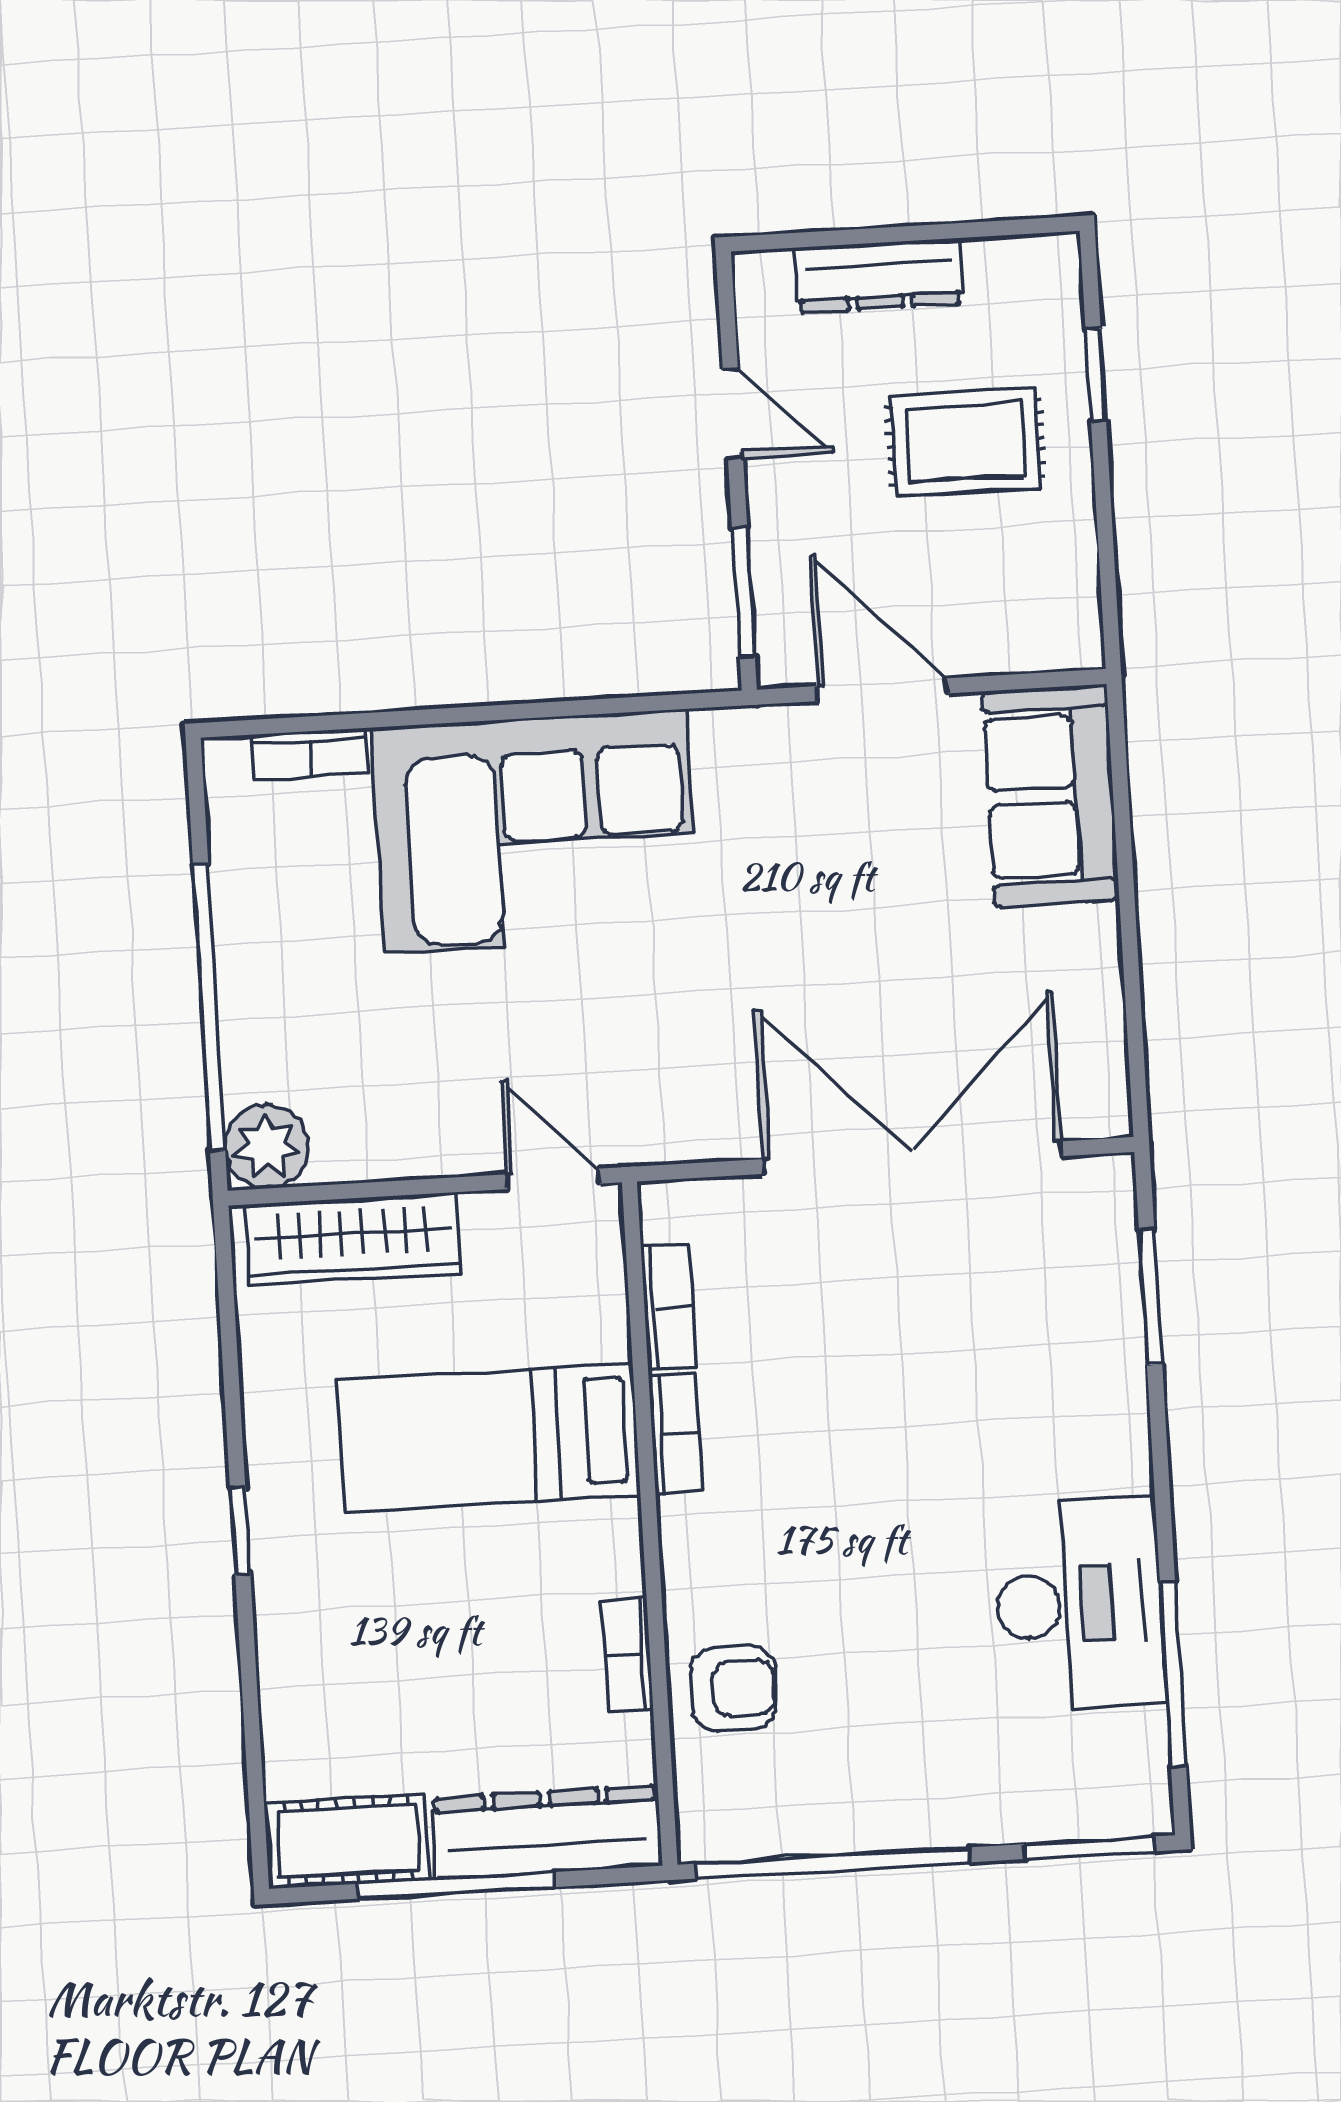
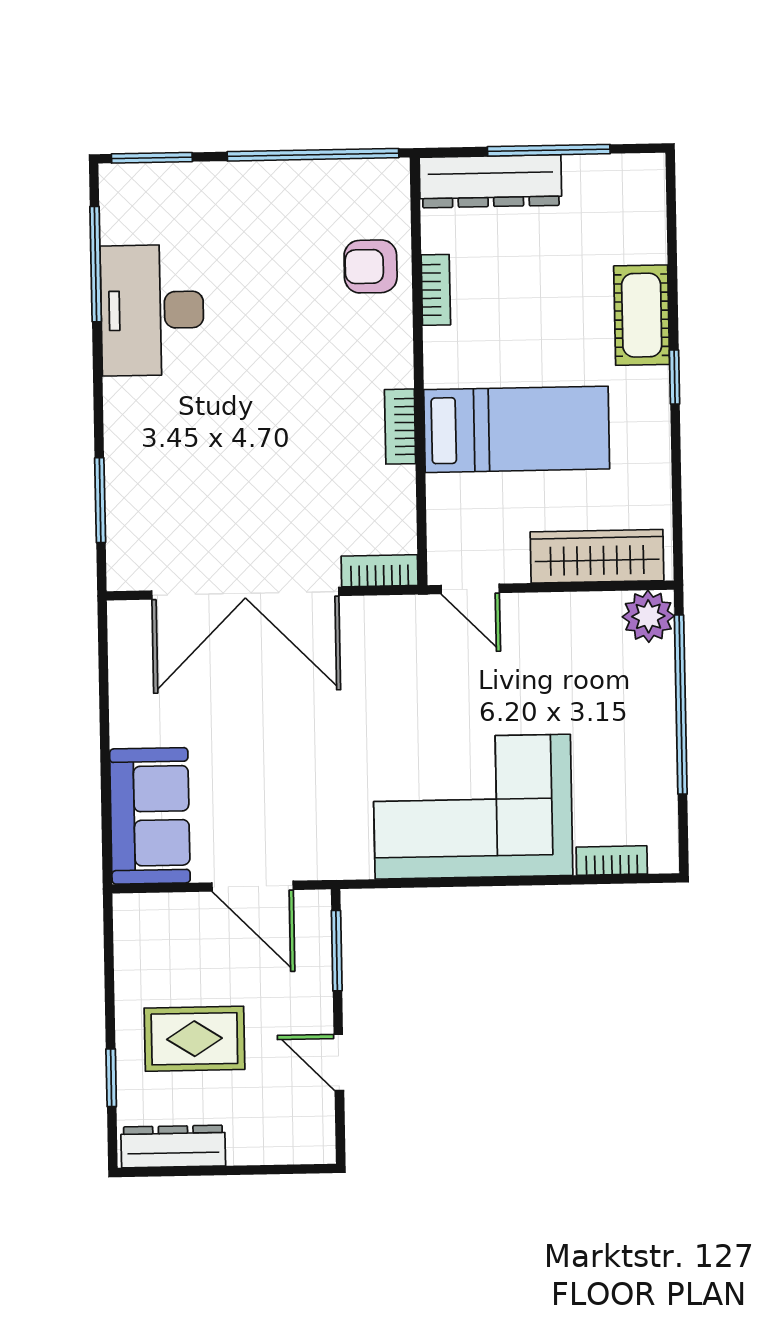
dresser: (879, 275) -> (173, 1146), moved
bookcase: (669, 1307) -> (380, 571), moved, turned 90
cot: (348, 1841) -> (642, 315), moved, turned 90

